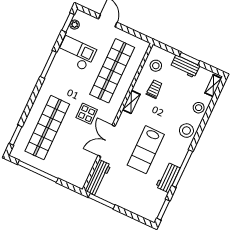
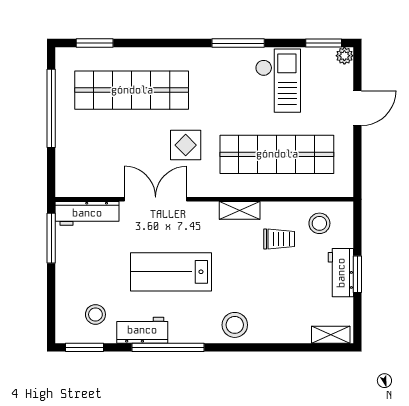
plant: (75, 25) -> (344, 56), moved
stool: (199, 108) -> (95, 314), moved

